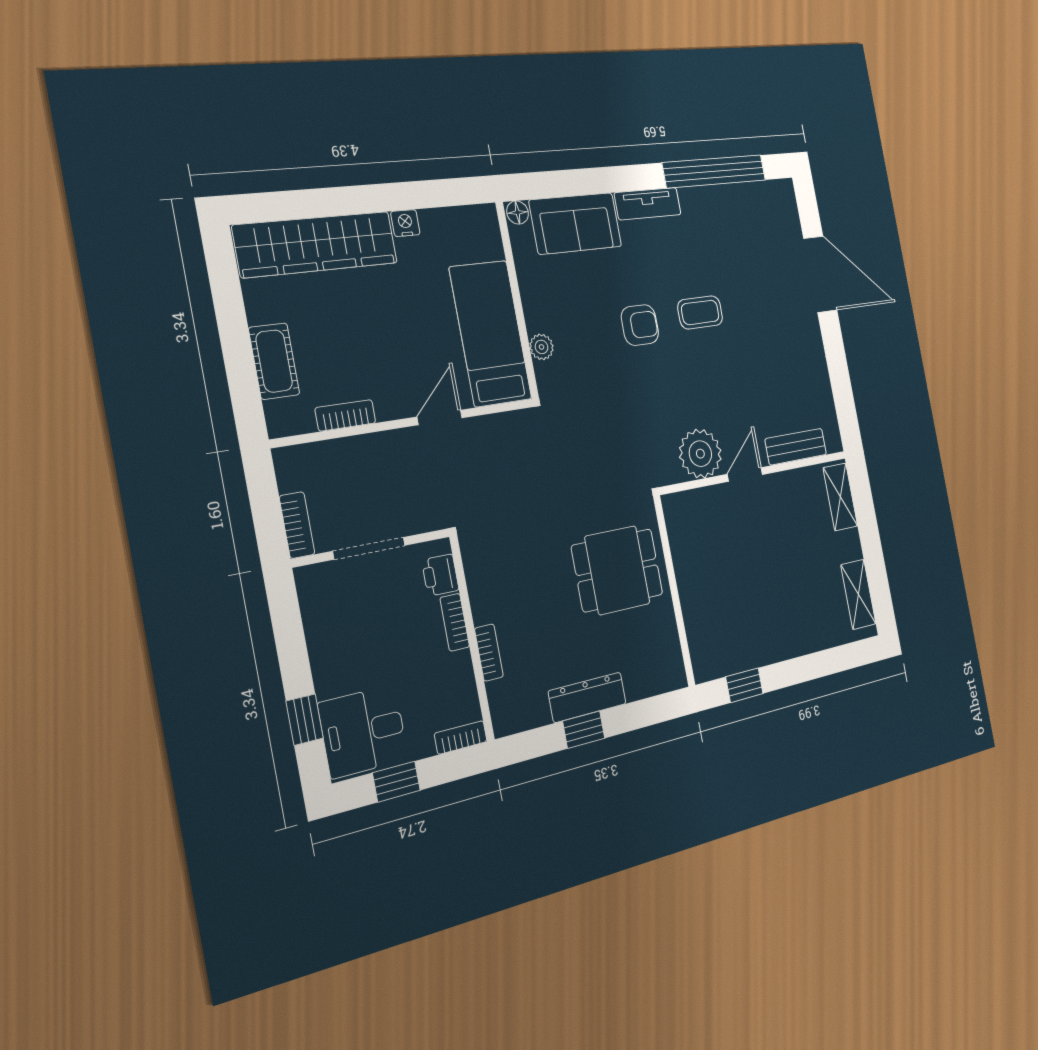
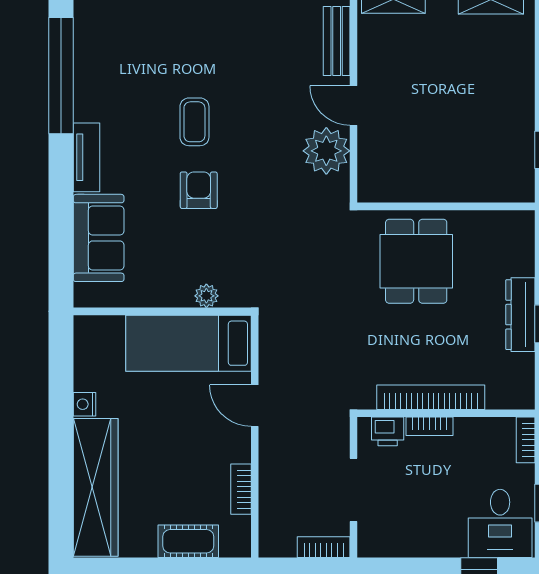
floor lamp: (518, 213) -> (84, 295), removed
bookcase: (489, 653) -> (431, 397), width x2.31, depth x1.31

